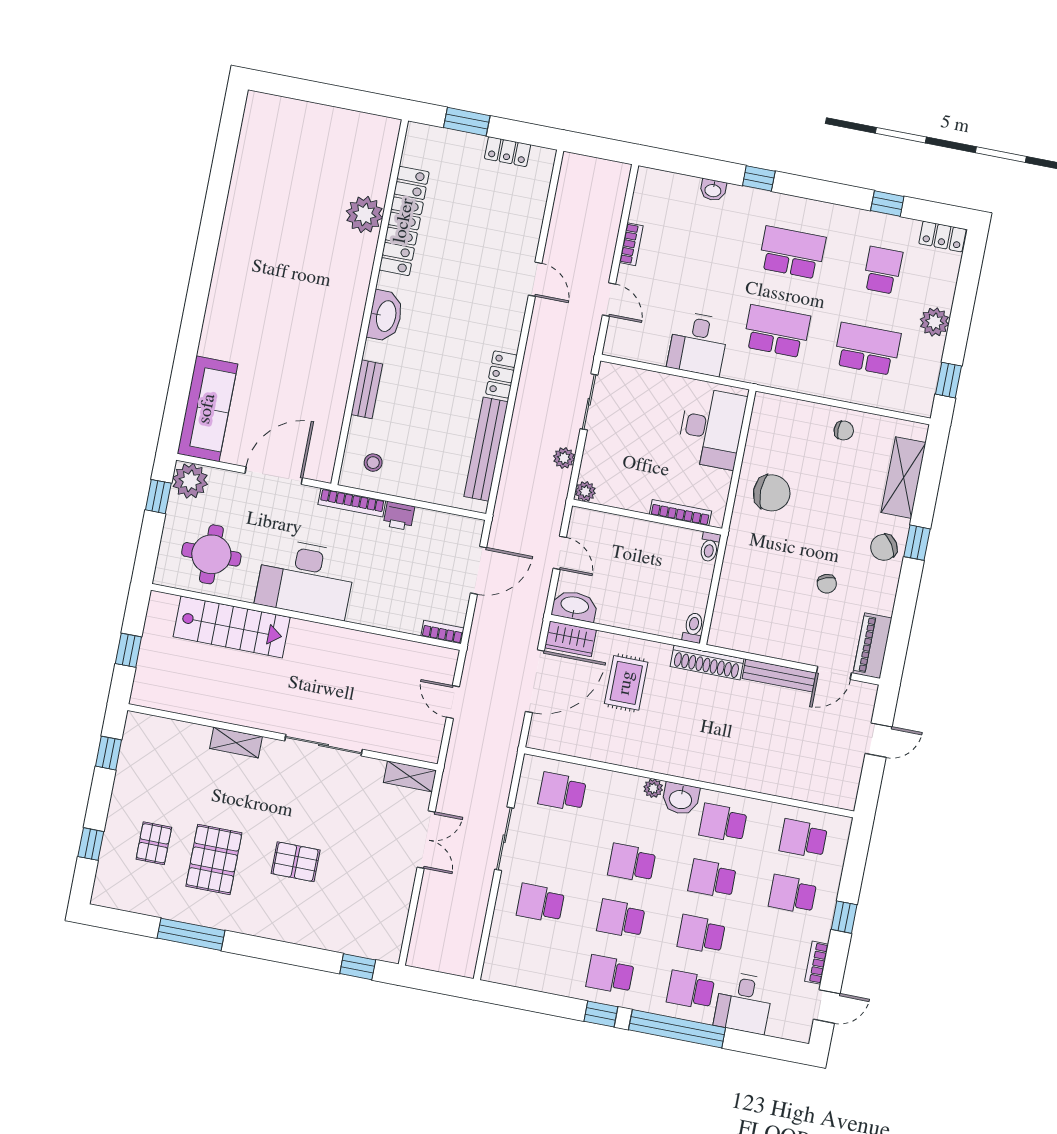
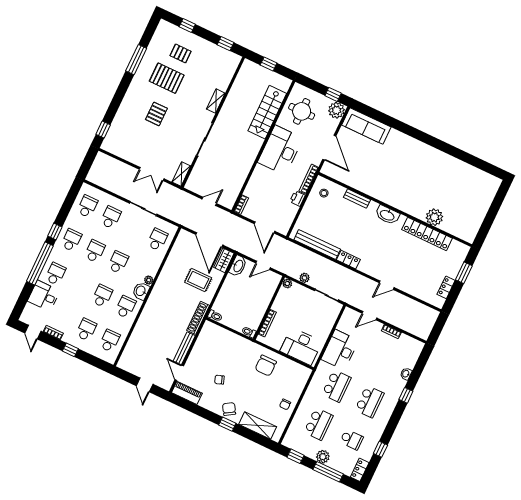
window: (964, 303) -> (328, 472), added
desk: (698, 344) -> (340, 350), width x1.37
school desk: (701, 934) -> (87, 206), moved

